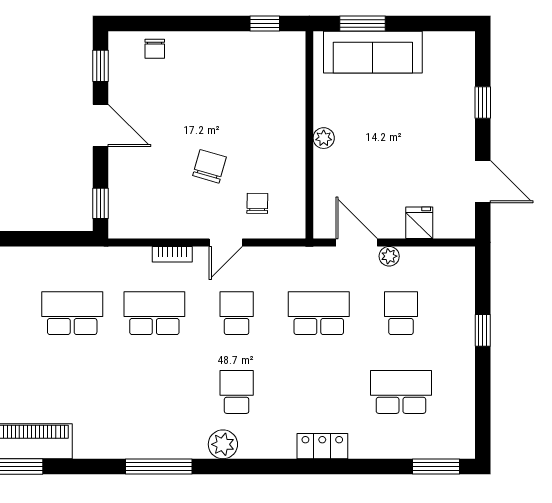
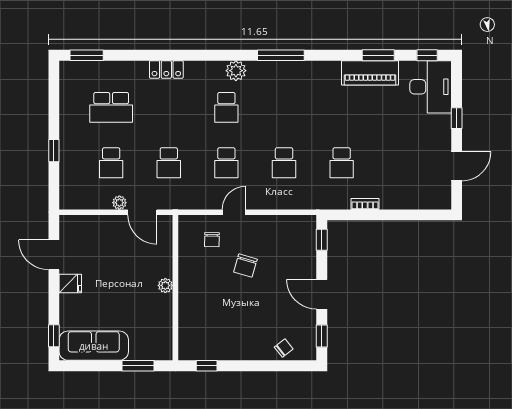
chair: (155, 49) -> (284, 348), turned 52
sofa: (373, 52) -> (94, 346), moved
window: (483, 103) -> (54, 336), moved
fridge: (419, 223) -> (70, 283), moved, turned -90
bookcase: (172, 254) -> (365, 204), moved
school desk: (72, 313) -> (342, 163), width x0.54
school desk: (154, 313) -> (284, 163), width x0.54
school desk: (319, 313) -> (169, 163), width x0.54

